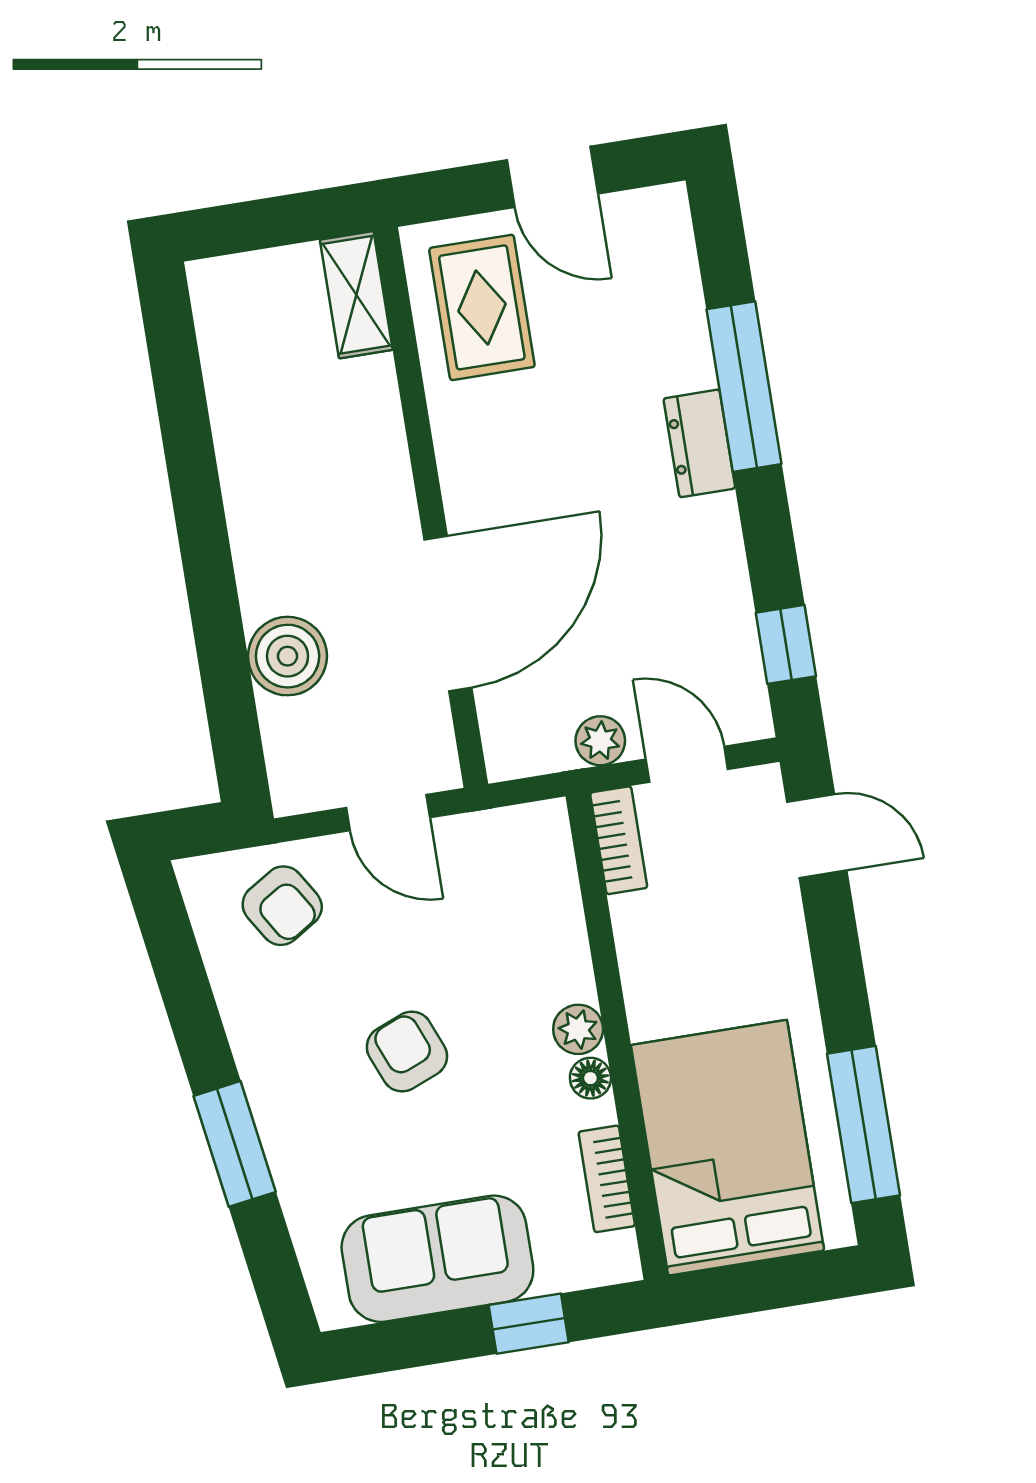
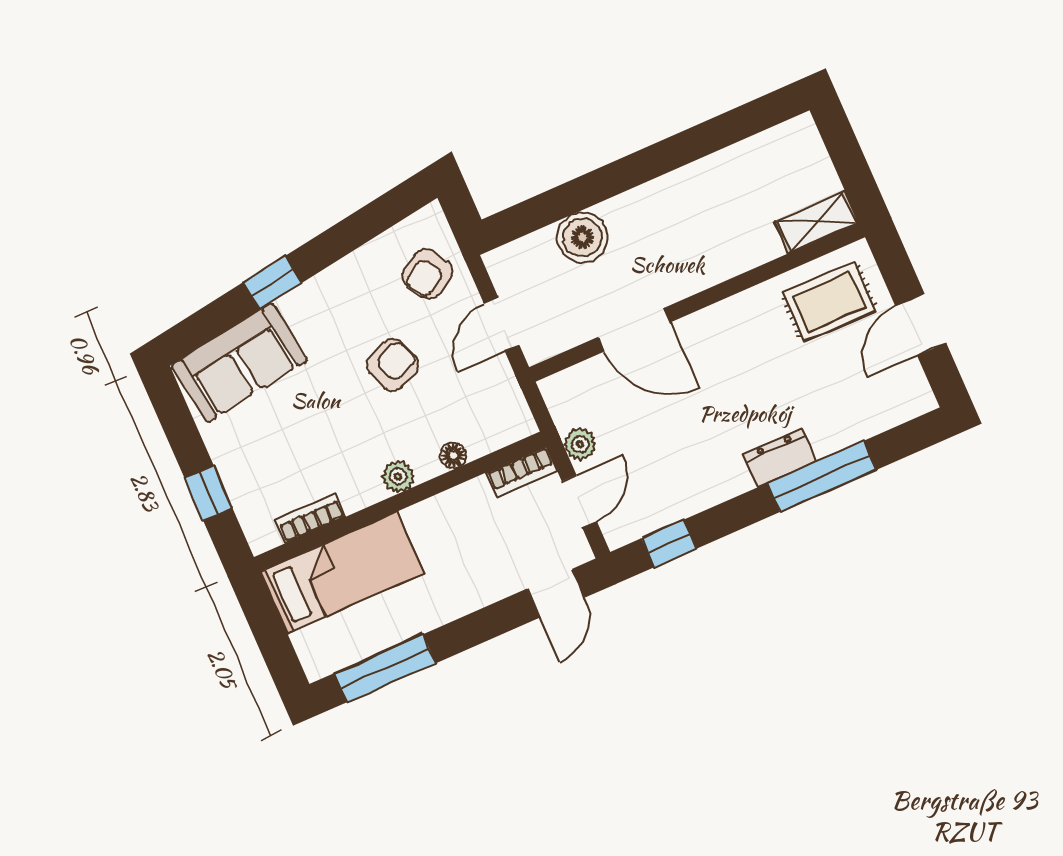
door: (448, 614) -> (634, 330), width x0.73
armchair: (407, 1051) -> (392, 365), moved
floor lamp: (590, 1078) -> (453, 455), moved
window: (235, 1144) -> (272, 283), width x0.67
bed: (728, 1148) -> (342, 572), width x0.67
sofa: (437, 1259) -> (239, 363), moved, turned 82

